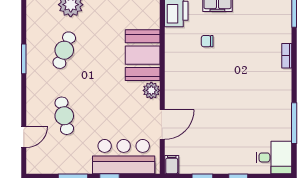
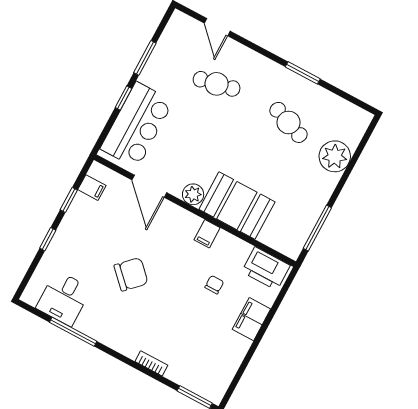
filing cabinet: (174, 66) -> (207, 234), added
chair: (231, 104) -> (131, 274), added
desk: (274, 157) -> (64, 298), moved
filing cabinet: (172, 165) -> (92, 188), moved

